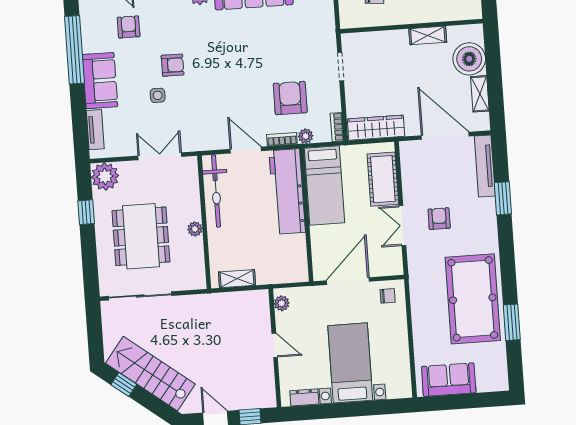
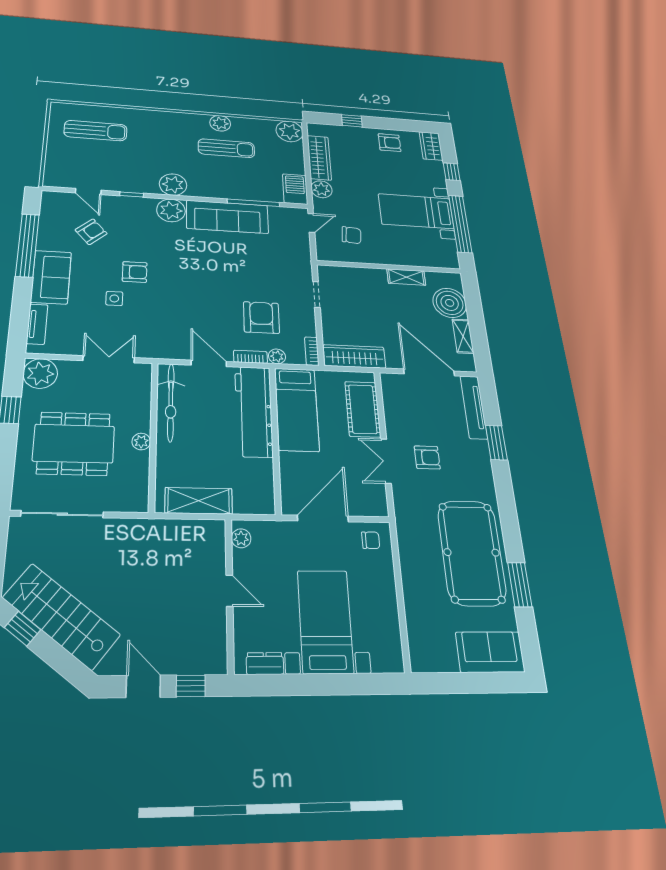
armchair: (129, 27) -> (91, 232), turned 49
armchair: (439, 219) -> (427, 457), turned 90
dining table: (141, 236) -> (74, 444), turned 90
shelving: (237, 279) -> (199, 501), width x1.50, depth x1.33
sofa: (449, 380) -> (490, 652), moved

